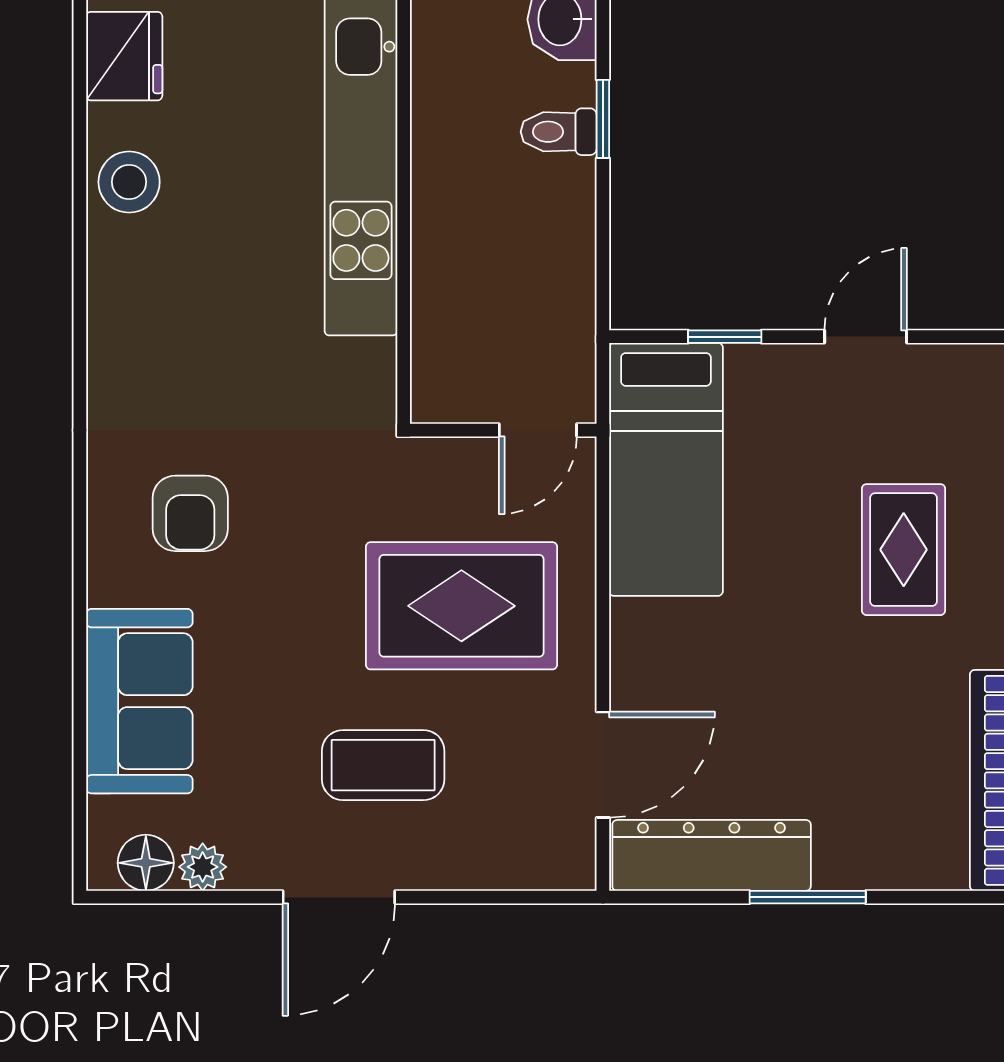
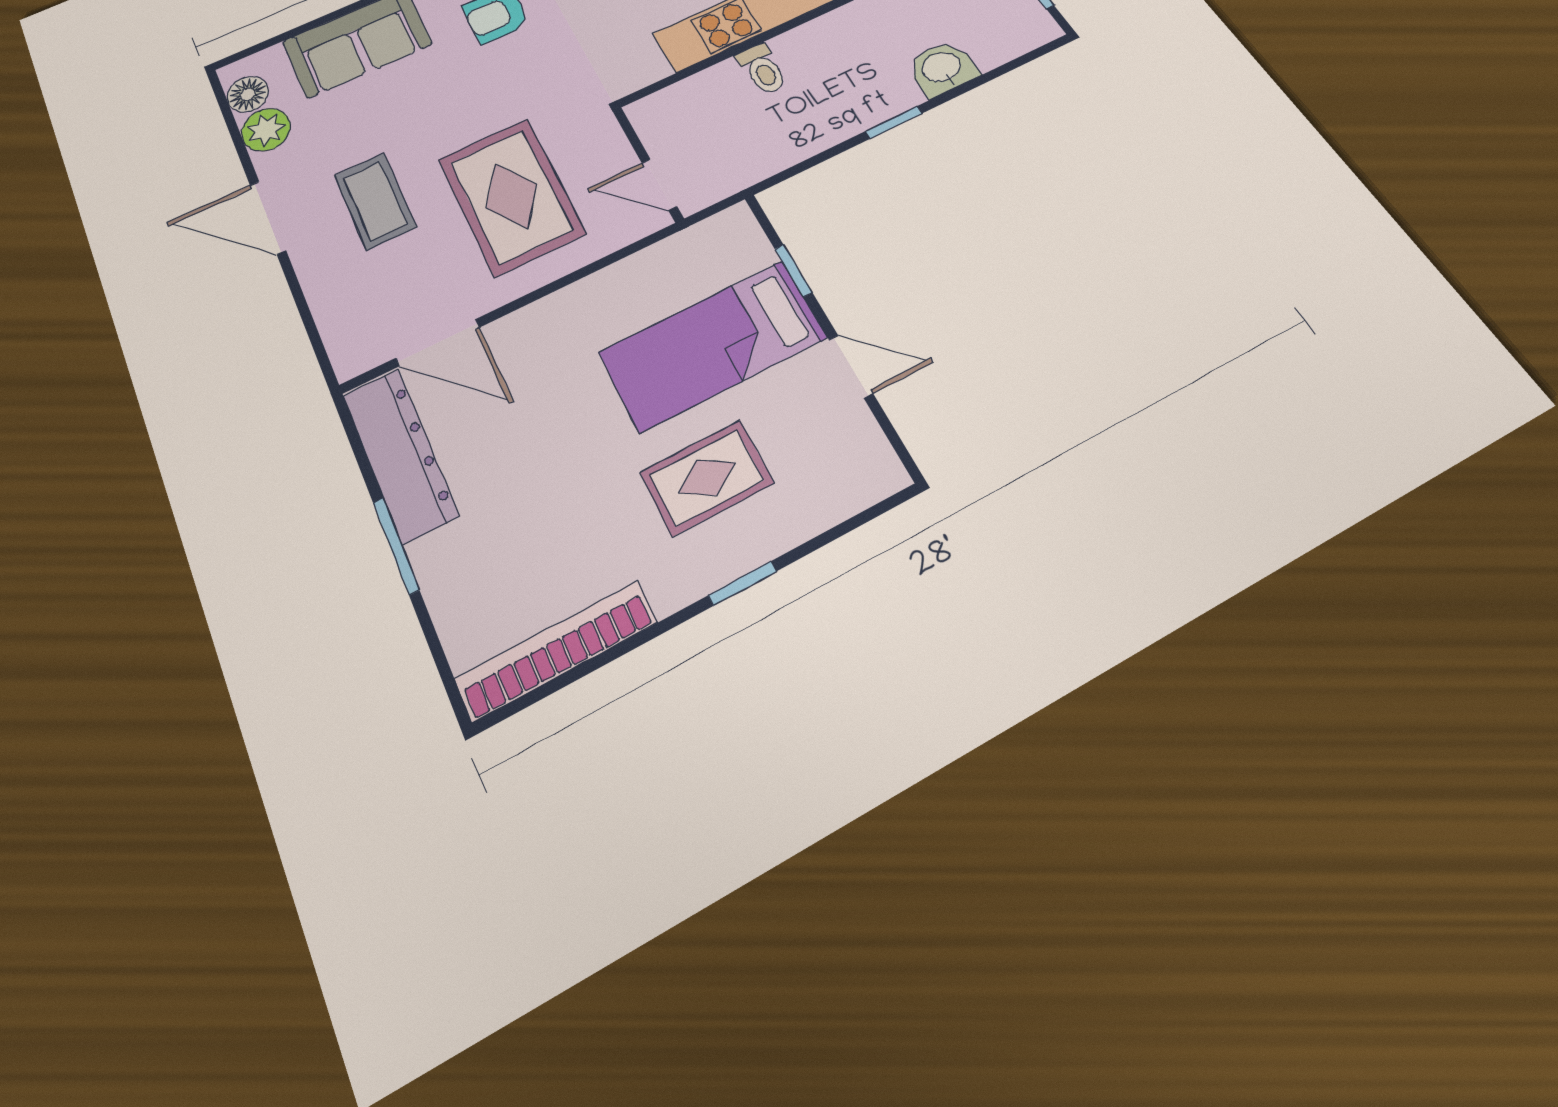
toilet: (559, 132) -> (762, 69), moved, turned 180
bed: (666, 469) -> (713, 345), moved
plant: (203, 867) -> (266, 130), width x1.38, depth x1.38

